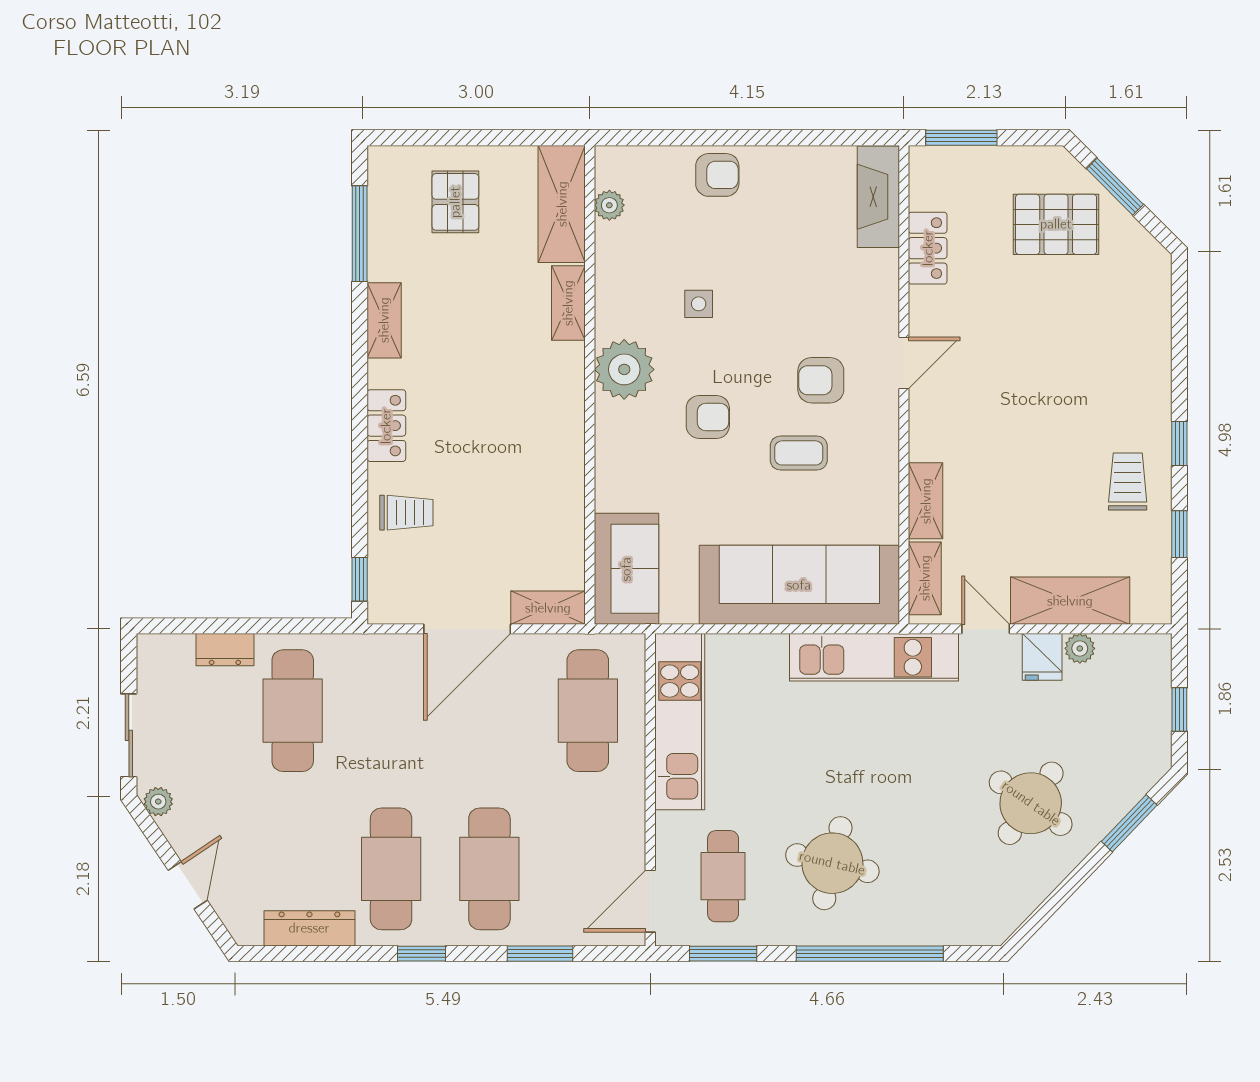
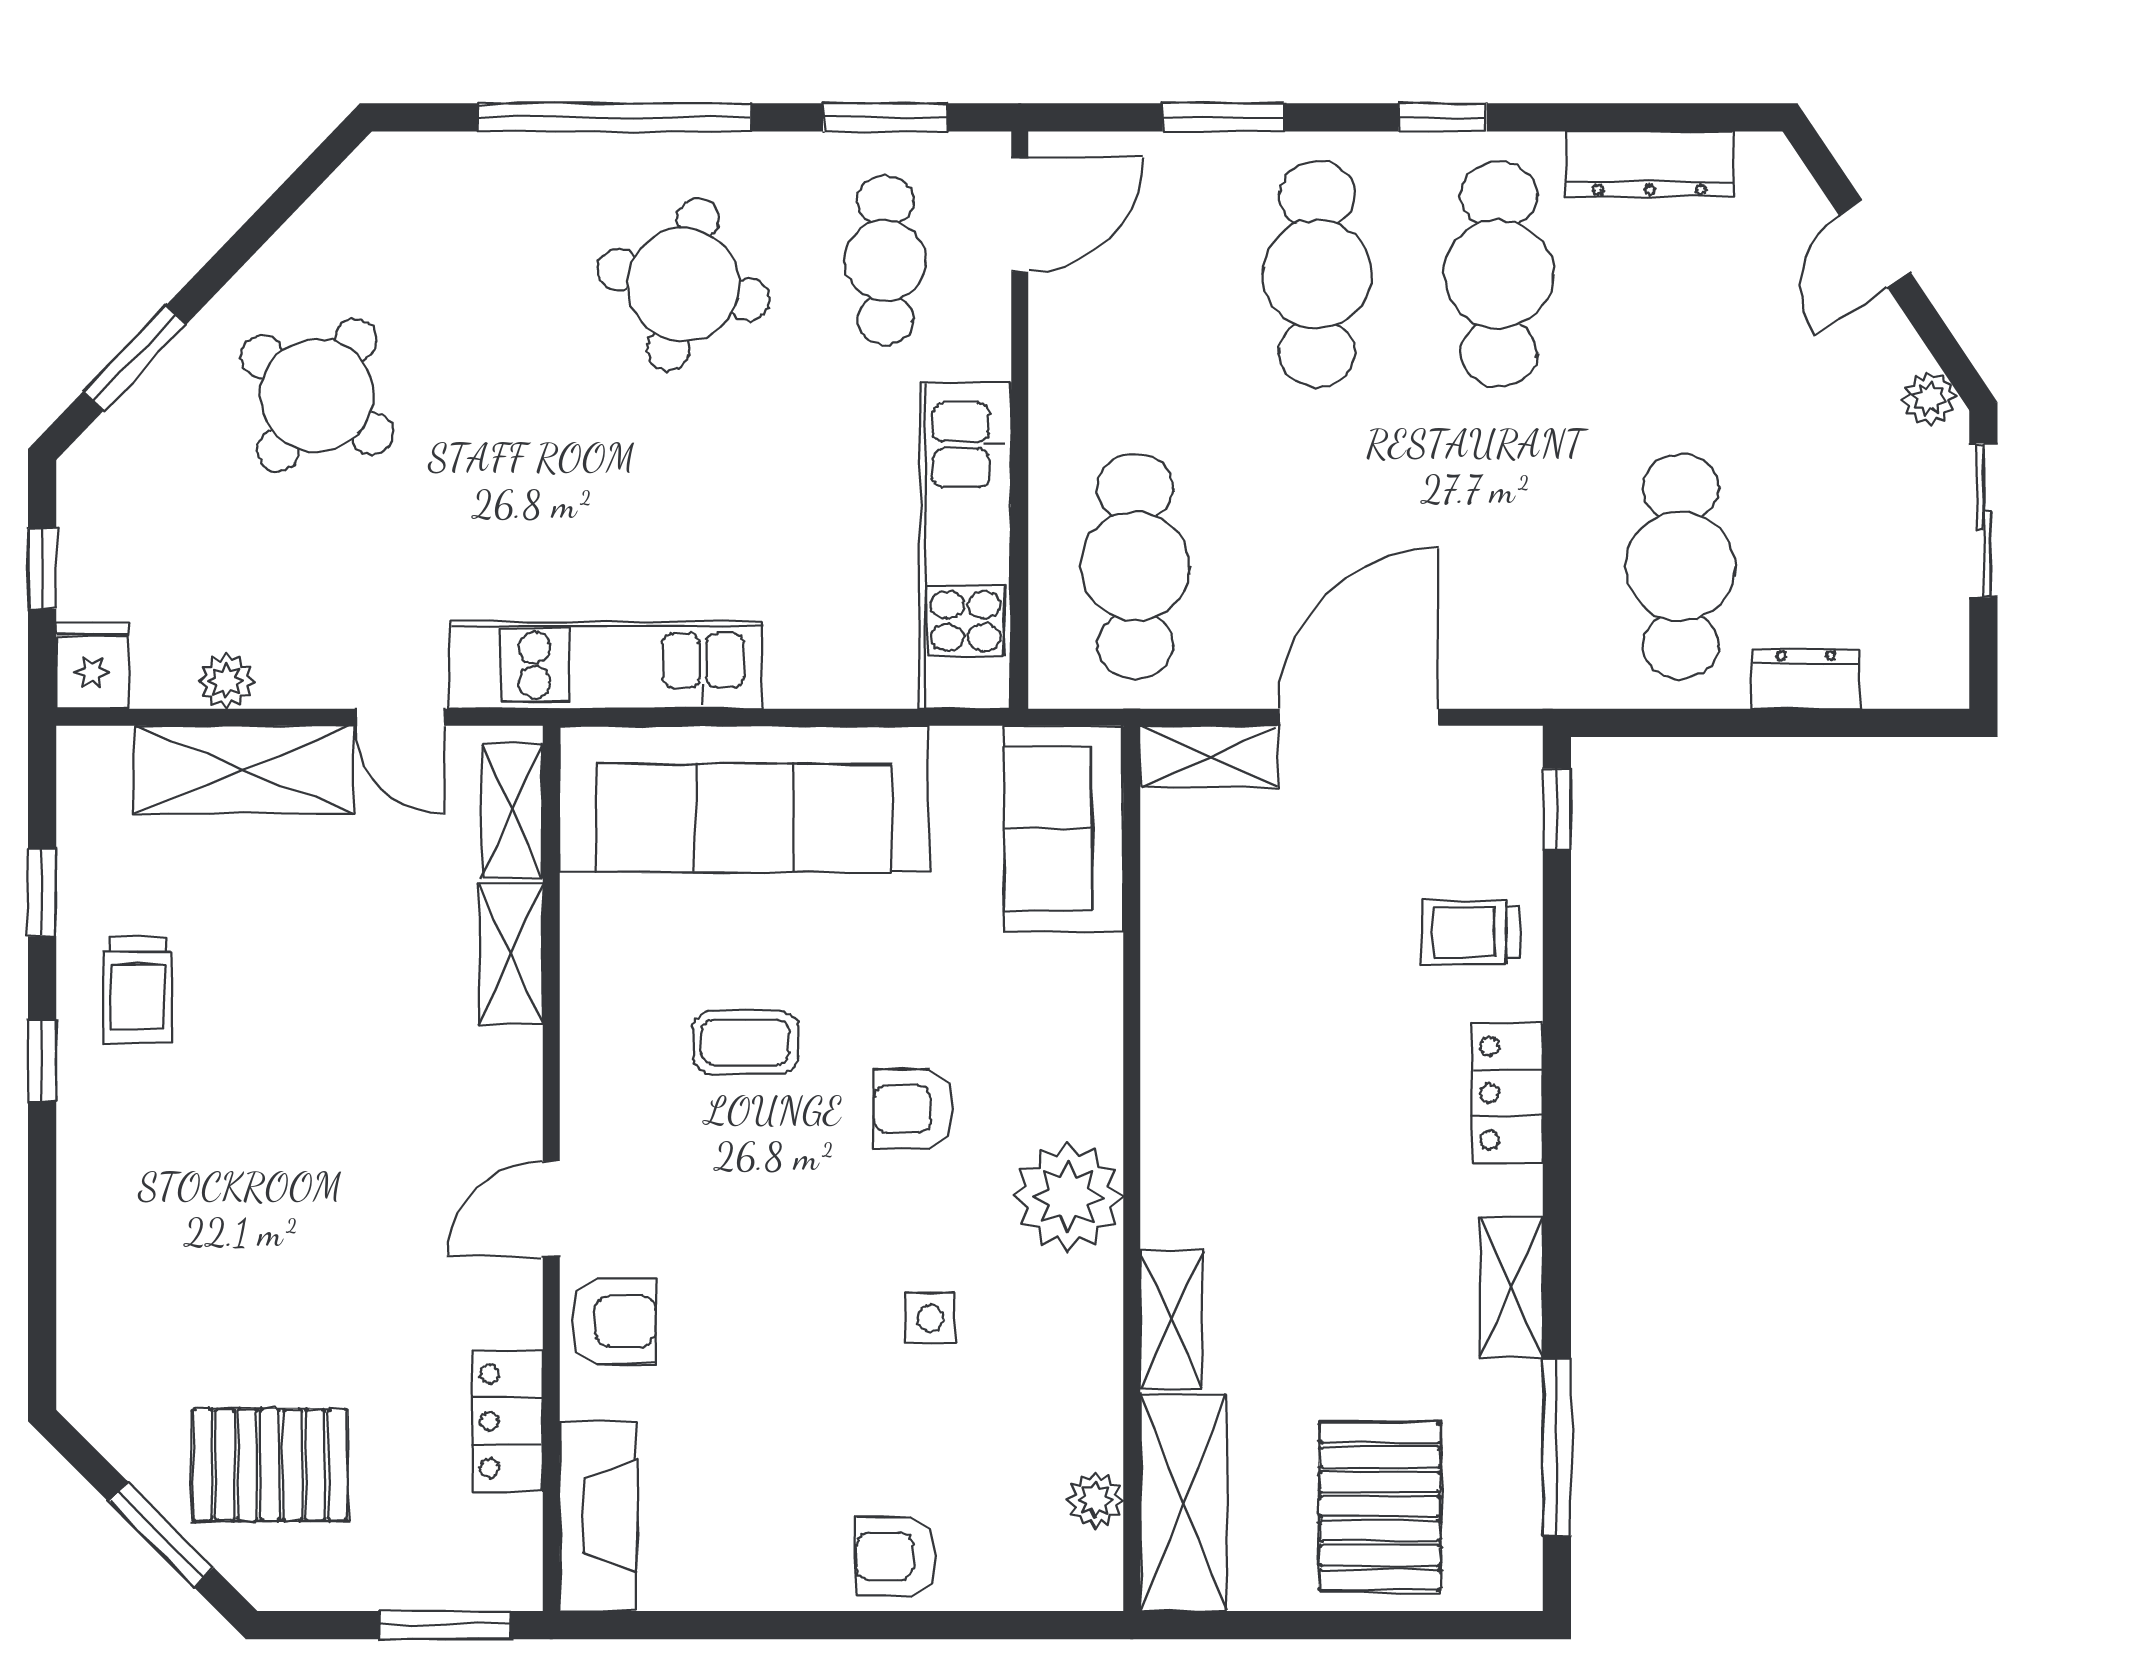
pallet: (455, 202) -> (1380, 1506), width x1.50, depth x1.42
armchair: (821, 380) -> (614, 1321), moved
fridge: (1042, 657) -> (92, 665), moved

